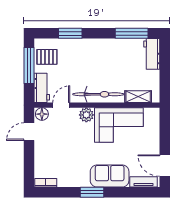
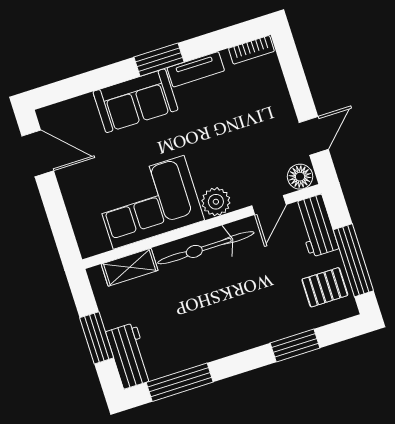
window: (165, 68) -> (97, 338), added
tv unit: (144, 182) -> (196, 69), moved

